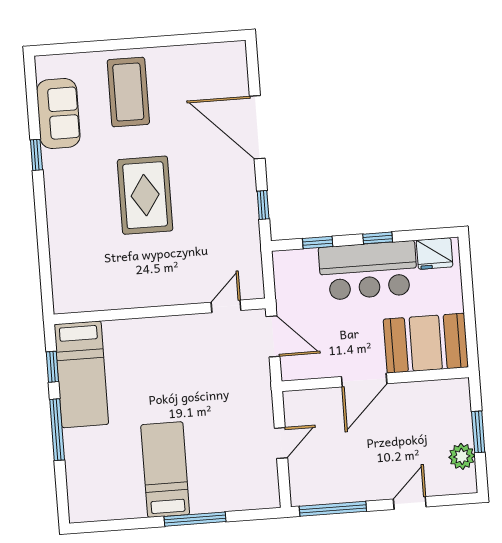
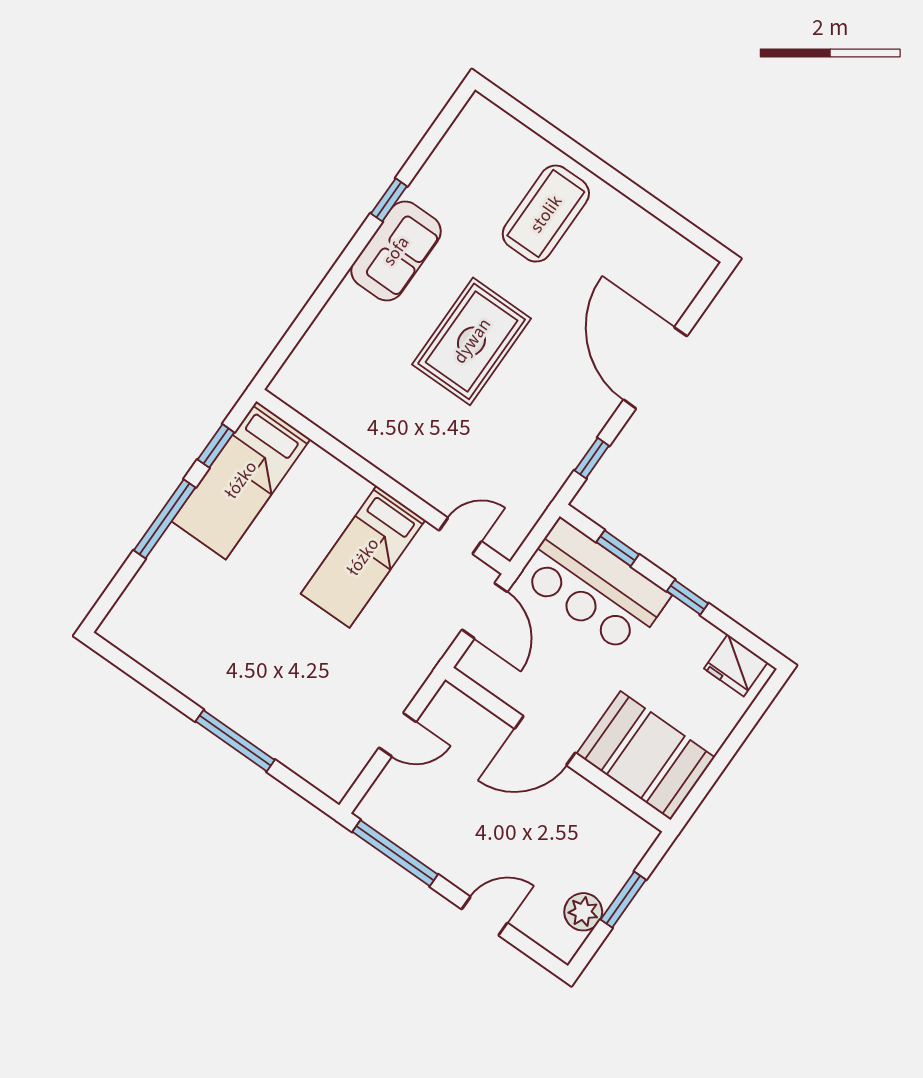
sofa: (58, 113) -> (396, 251), moved
bar counter: (368, 271) -> (595, 587), moved
bed: (165, 470) -> (363, 557), moved, turned 180

